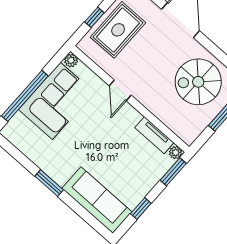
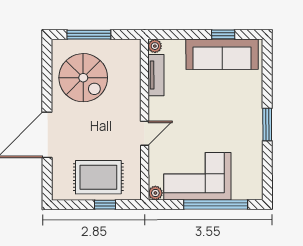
window: (173, 172) -> (172, 34), removed
sofa: (97, 200) -> (222, 54), moved, turned -90

